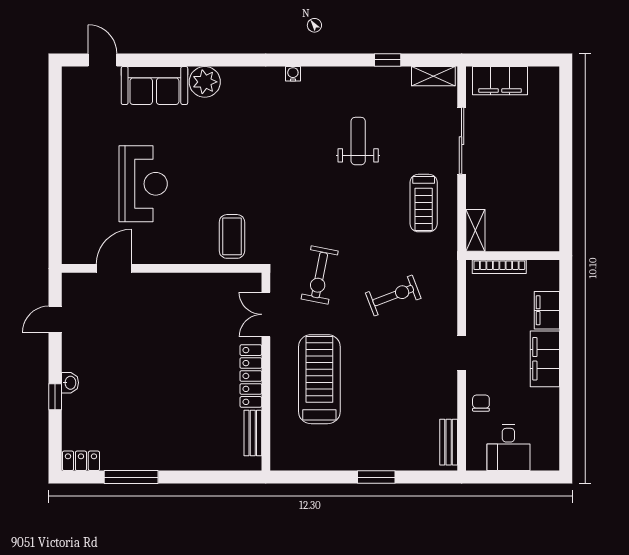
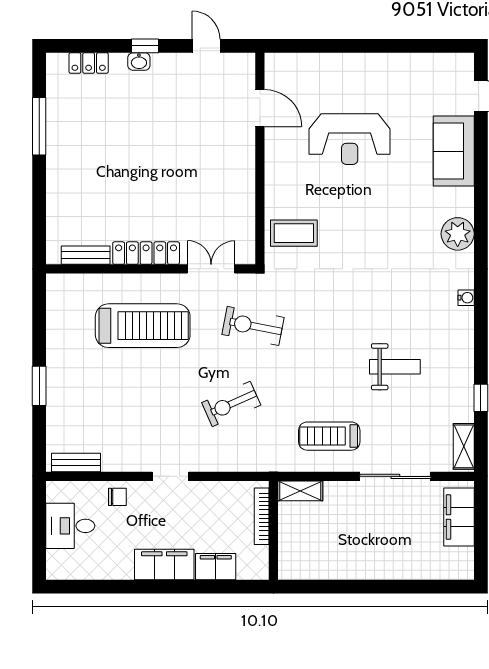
plant: (205, 82) -> (458, 234), moved
exercise bike: (393, 296) -> (231, 404), turned 87
window: (55, 397) -> (145, 46), moved
locker: (81, 461) -> (89, 63), moved, turned 90

